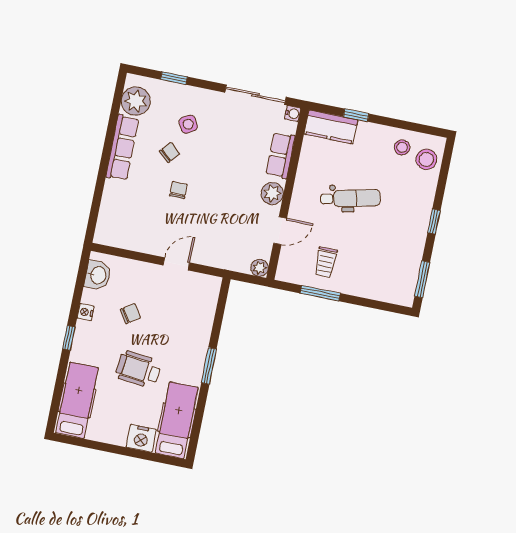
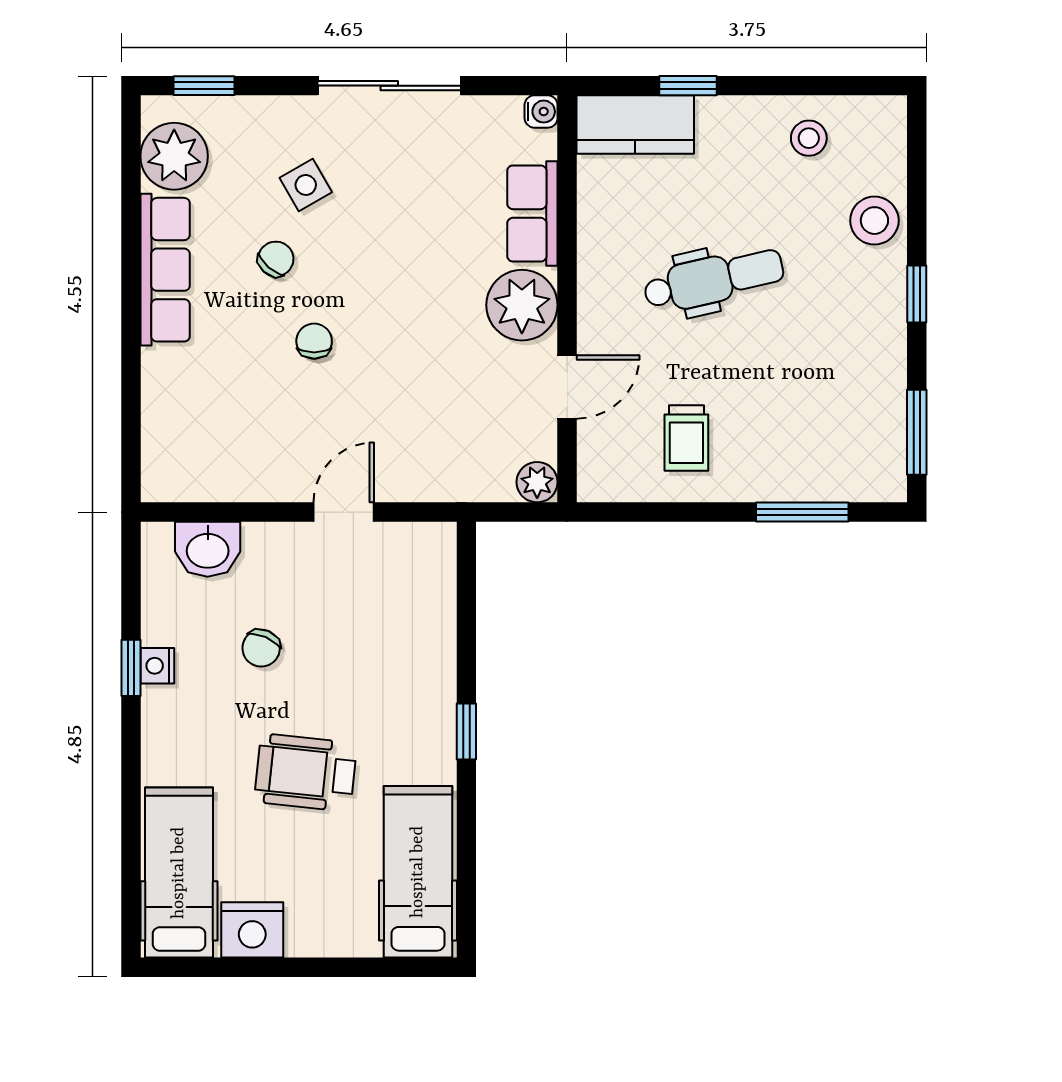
window: (174, 78) -> (204, 86), moved
sliding door: (256, 95) -> (389, 86), moved
stool: (426, 159) -> (874, 221), moved
plant: (272, 193) -> (522, 305), width x1.36, depth x1.36
washbasin: (98, 275) -> (208, 549), moved, turned 90
window: (320, 293) -> (802, 512), moved
chair: (130, 314) -> (261, 648), turned 147
window: (69, 338) -> (131, 668), moved
window: (209, 366) -> (466, 731), width x0.67
nightstand: (141, 438) -> (252, 930), moved

